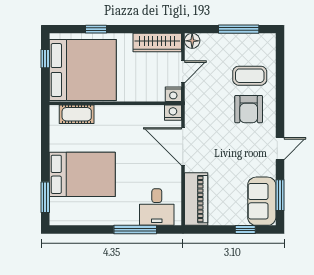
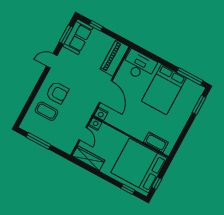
window: (96, 29) -> (128, 189), moved
floor lamp: (192, 41) -> (68, 149), removed
door: (183, 72) -> (83, 134), swing flipped
armchair: (249, 109) -> (57, 93), turned 90
bed: (82, 174) -> (164, 90), moved, turned -90
desk: (157, 207) -> (139, 65), width x1.37
window: (135, 230) -> (190, 76), moved

